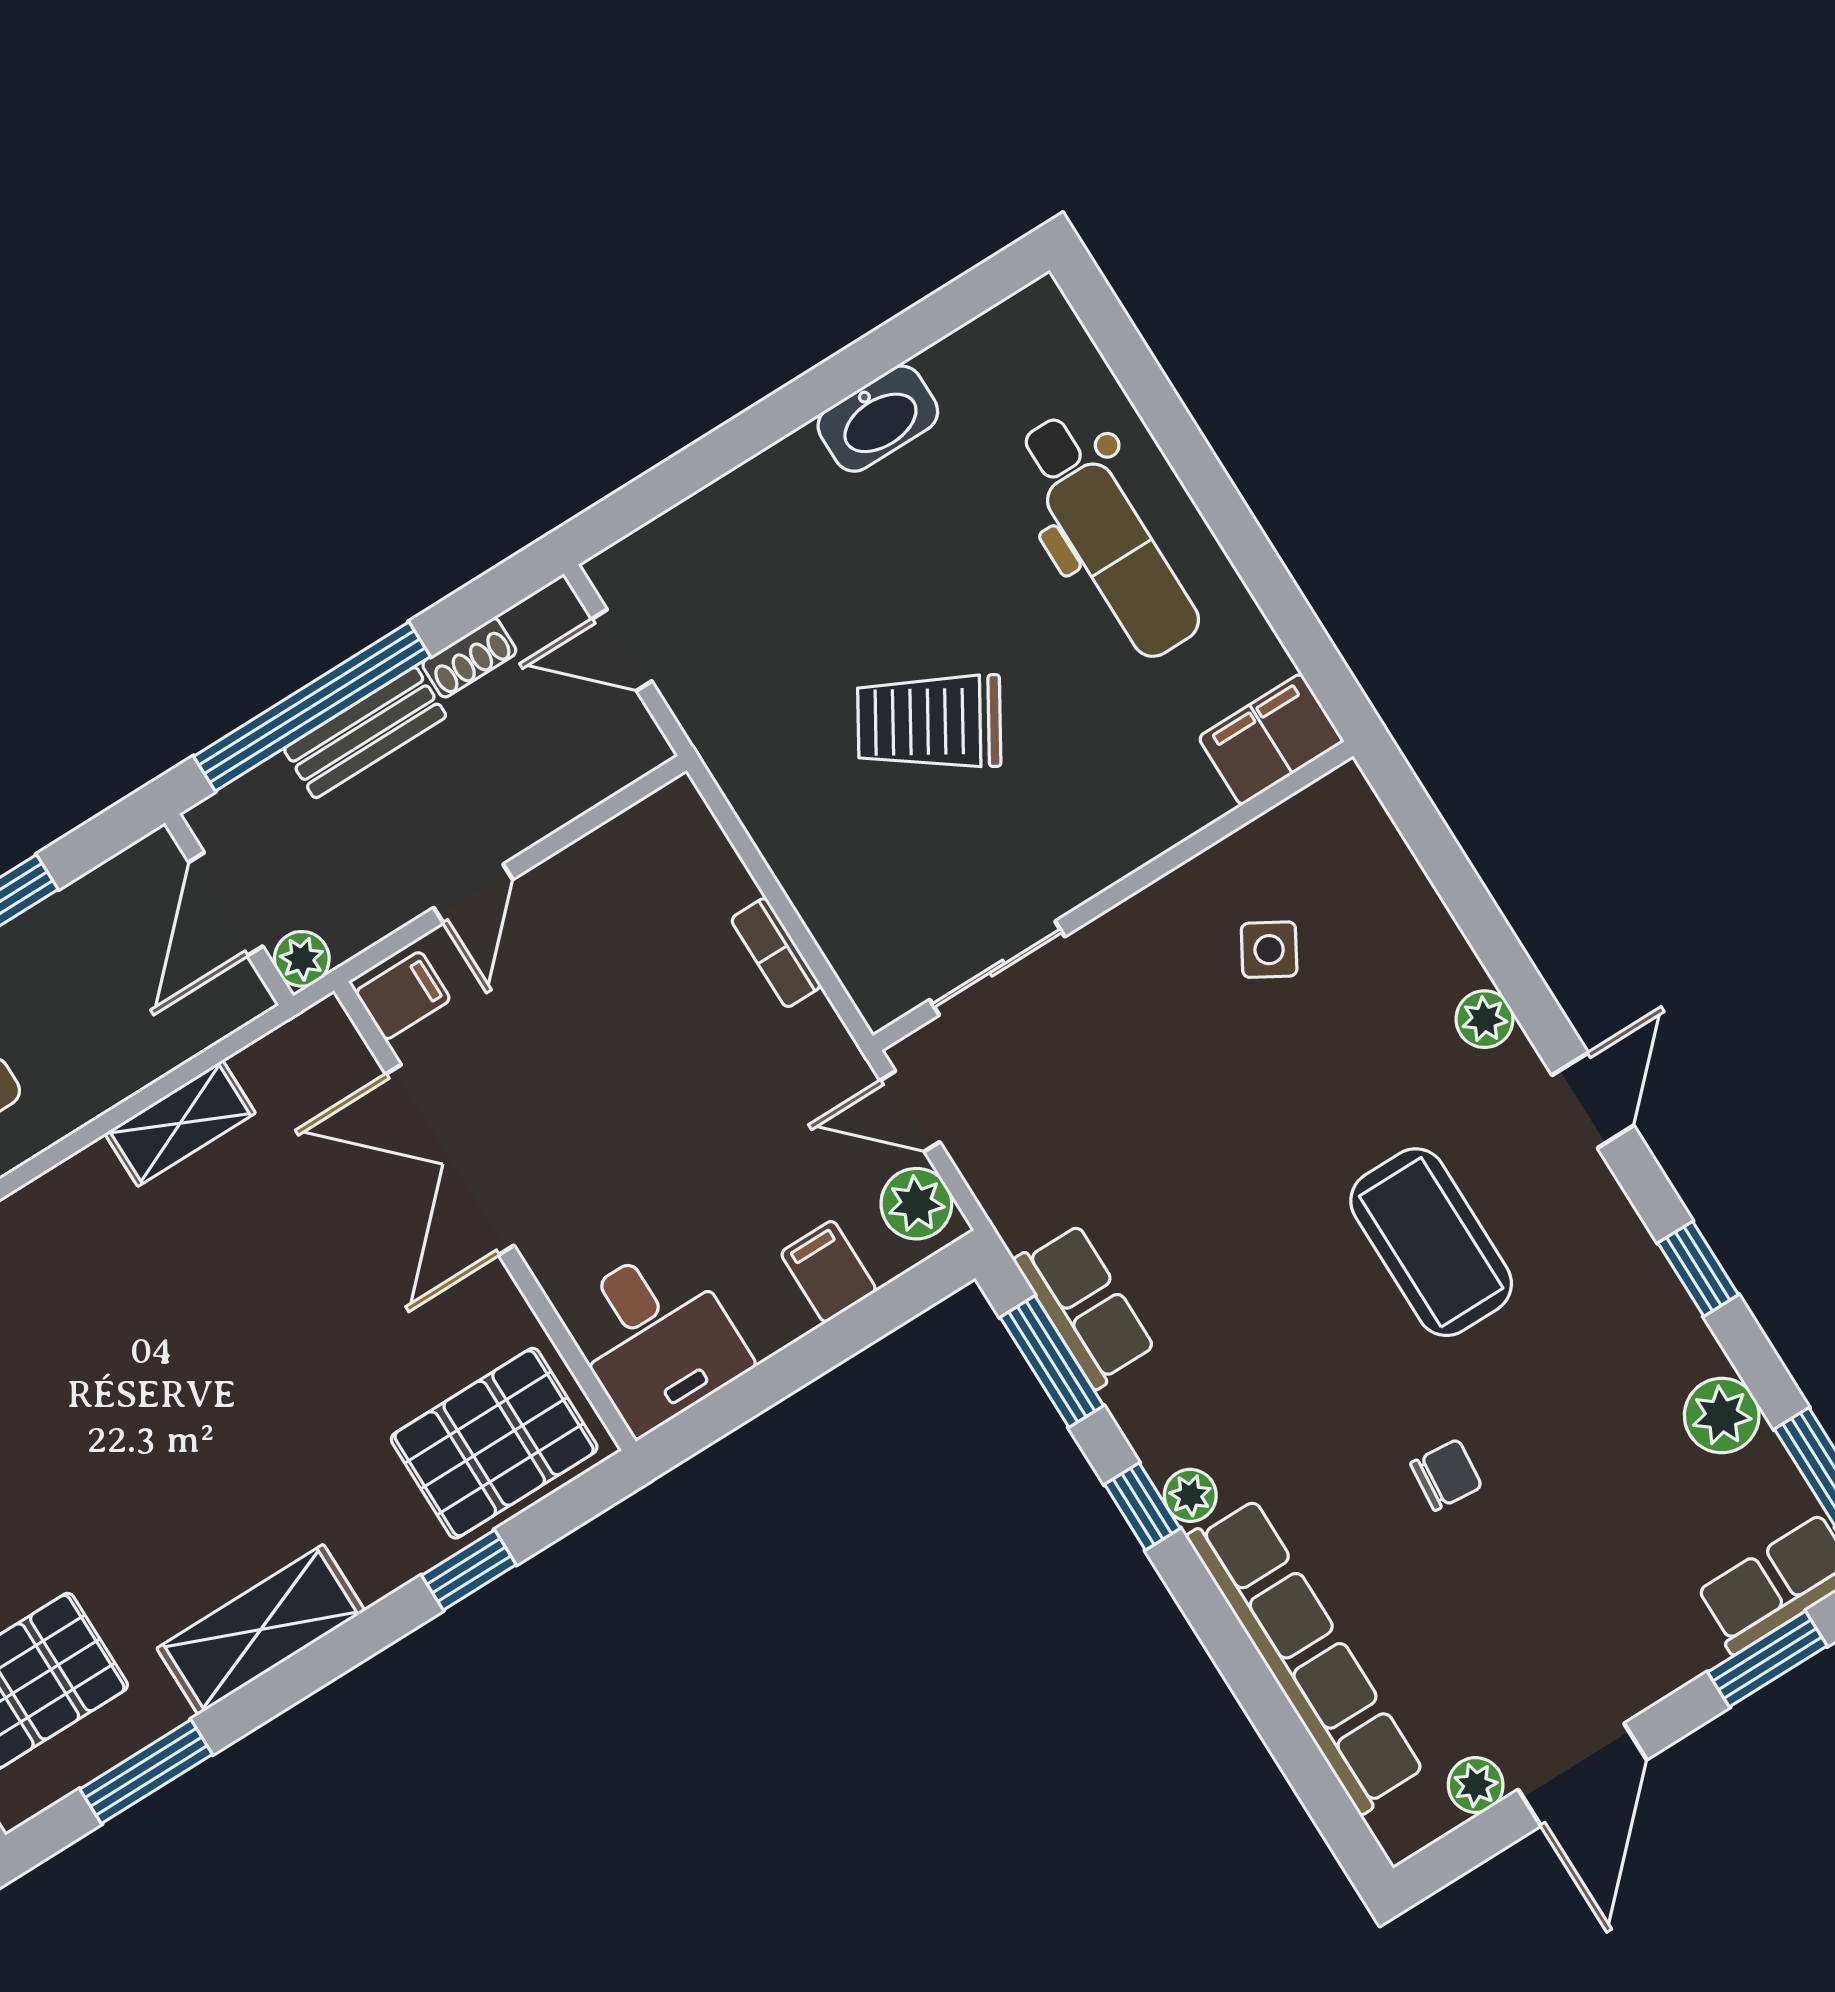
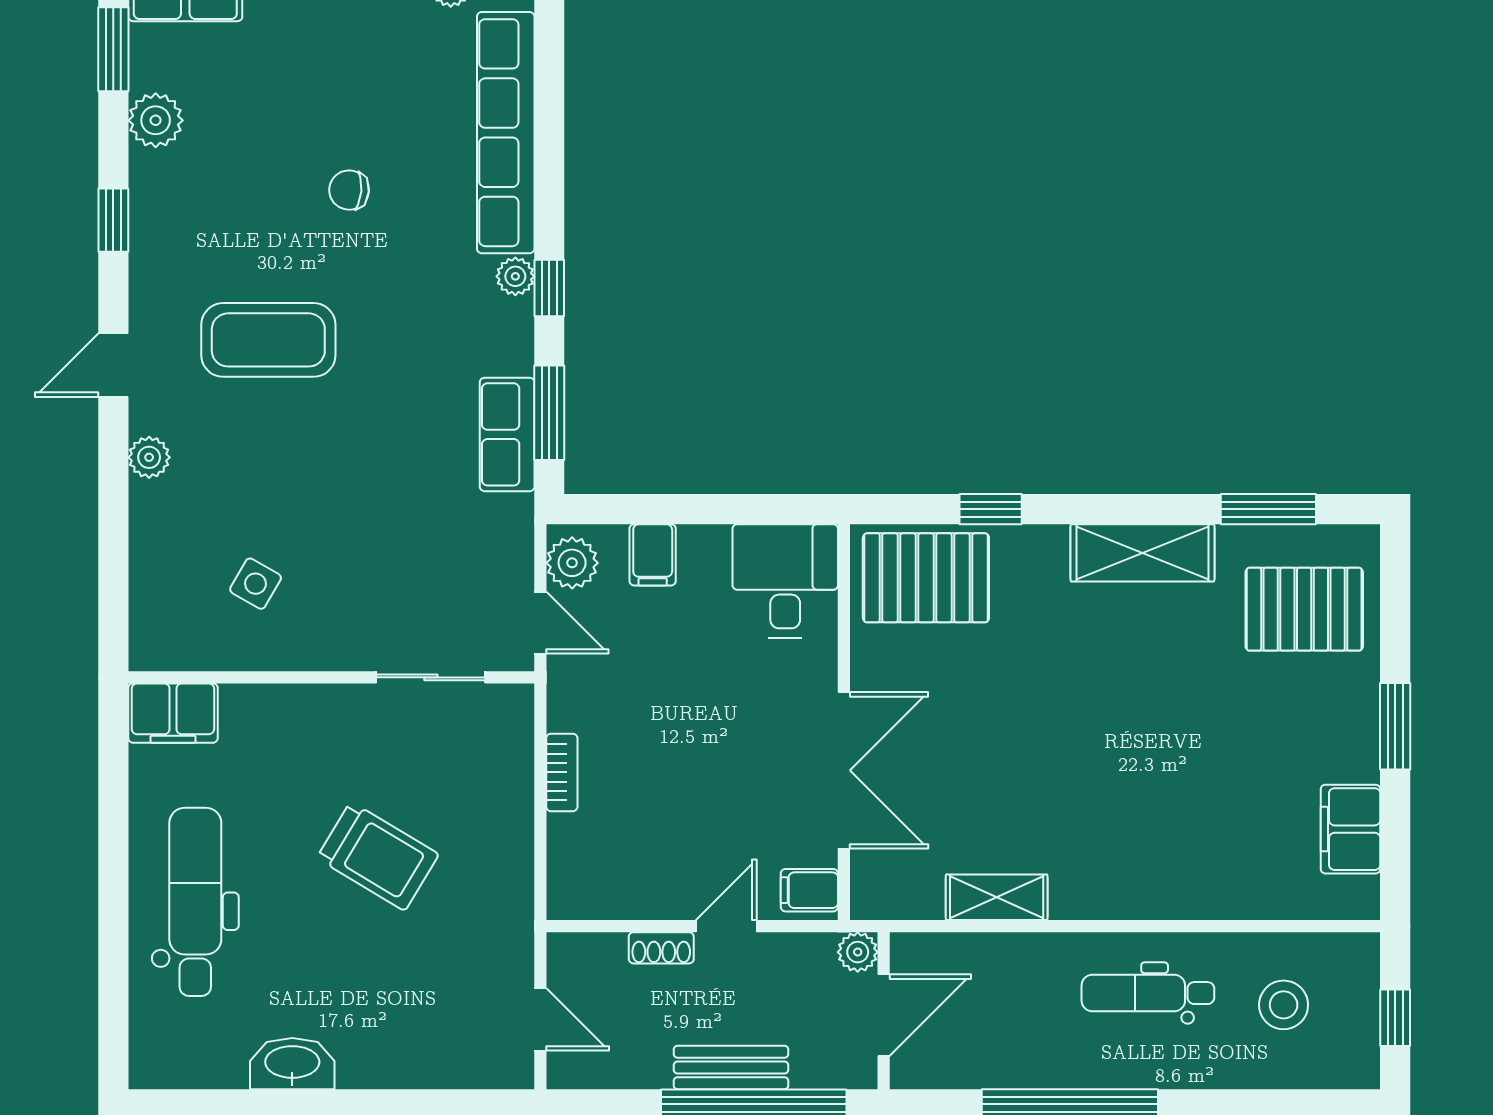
shoe rack: (469, 658) -> (661, 948), moved, turned 180
coffee table: (1431, 1242) -> (268, 340), turned 90

